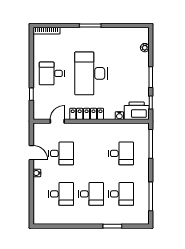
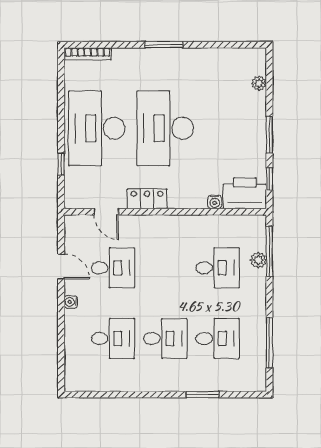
desk: (52, 73) -> (97, 128), width x1.87, depth x1.30
locker: (87, 114) -> (147, 199), width x0.66
door: (57, 121) -> (106, 212), swing flipped
plant: (144, 149) -> (258, 260), added

